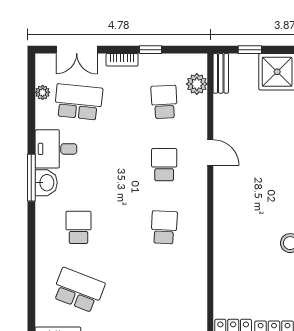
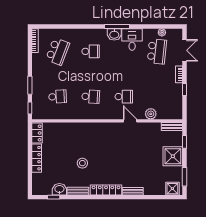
double door: (77, 50) -> (184, 50), swing flipped
plant: (197, 84) -> (151, 114), moved
school desk: (164, 102) -> (58, 97), moved
door: (210, 153) -> (130, 121), swing flipped

